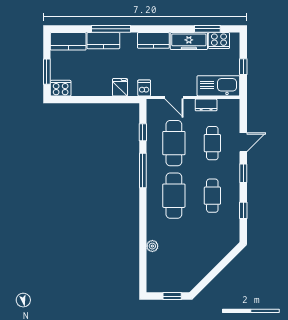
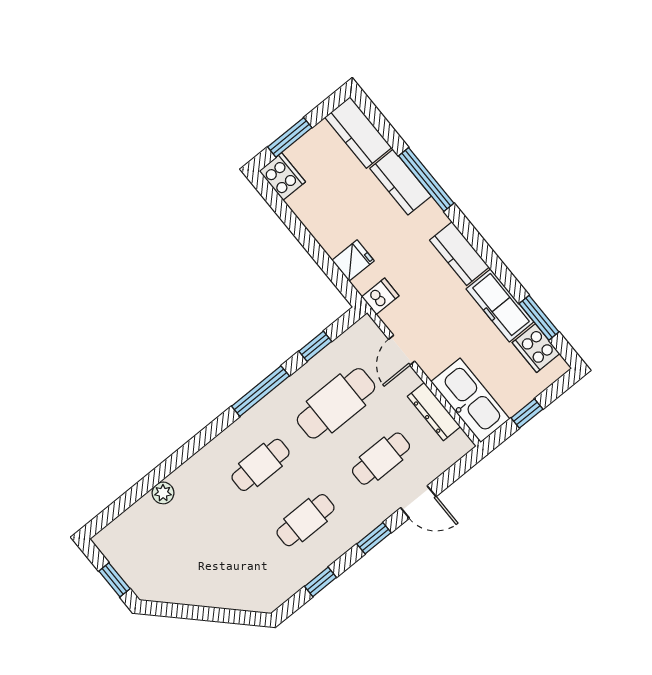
dresser: (206, 105) -> (434, 412), width x1.44
cafe table: (174, 196) -> (260, 465), width x0.73, depth x0.74

